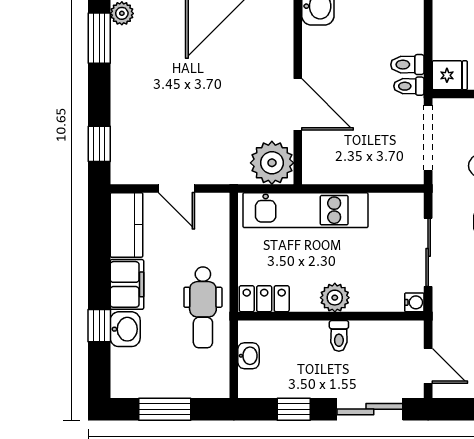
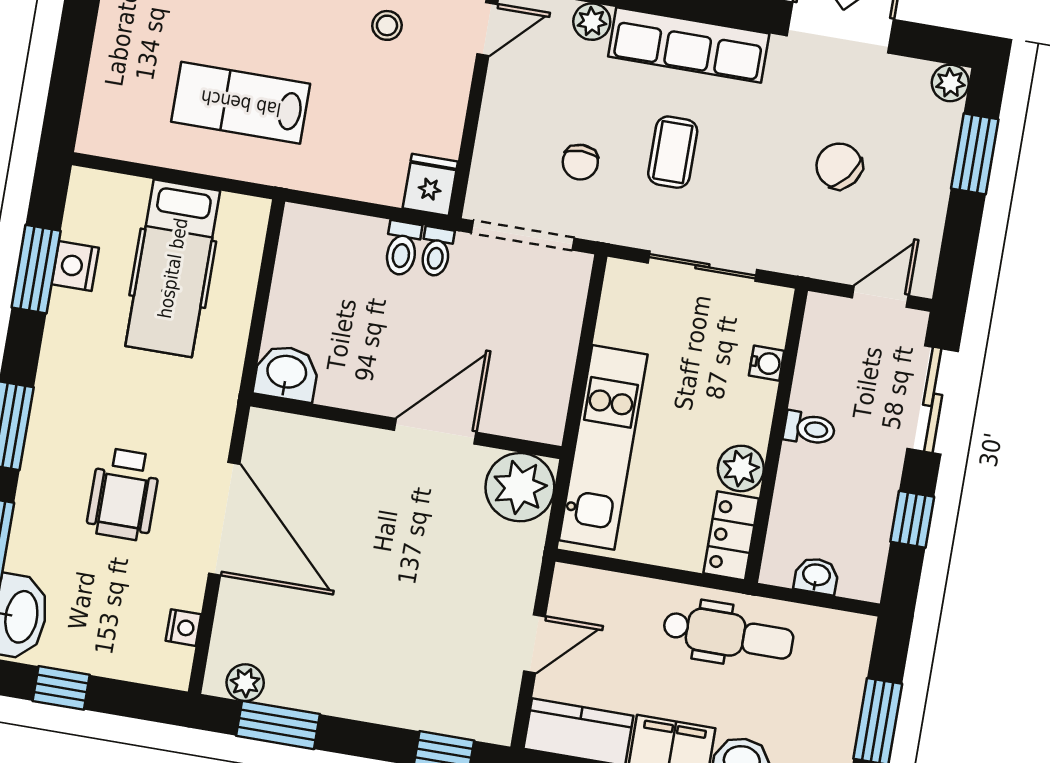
plant: (335, 298) -> (741, 468), moved
water cooler: (414, 302) -> (767, 363), moved, turned 90

